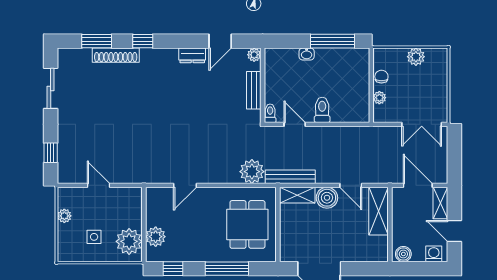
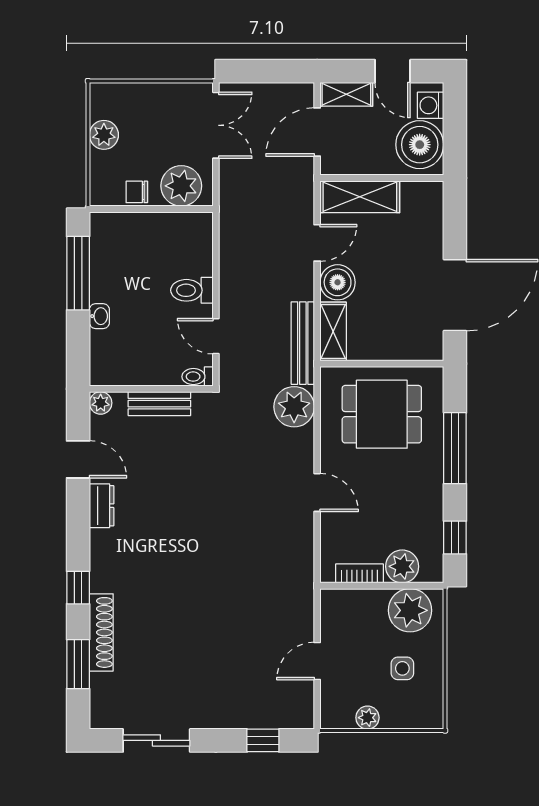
plant: (379, 98) -> (181, 186), width x1.87, depth x1.87
door: (295, 124) -> (216, 336), hinge flipped
door: (185, 185) -> (317, 493), moved
bookcase: (151, 211) -> (360, 573), added
door: (454, 231) -> (393, 71), hinge flipped
boiler: (403, 254) -> (420, 145), width x1.86, depth x1.86

